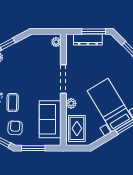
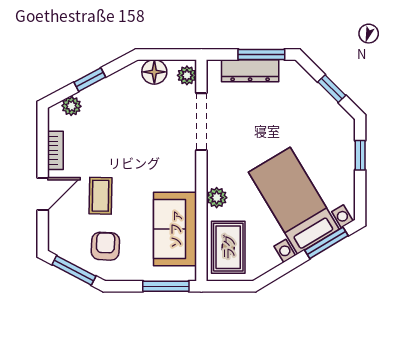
floor lamp: (40, 40) -> (154, 72), added
doorway: (63, 79) -> (201, 122), moved
window: (33, 148) -> (166, 286), moved

